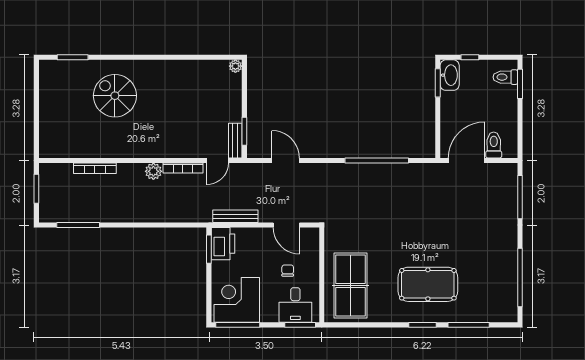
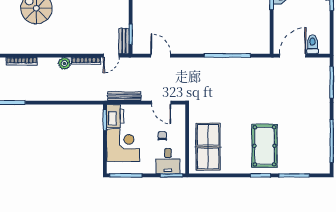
pool table: (428, 284) -> (264, 146), turned 90
corner desk: (237, 300) -> (123, 145), moved, turned 90

